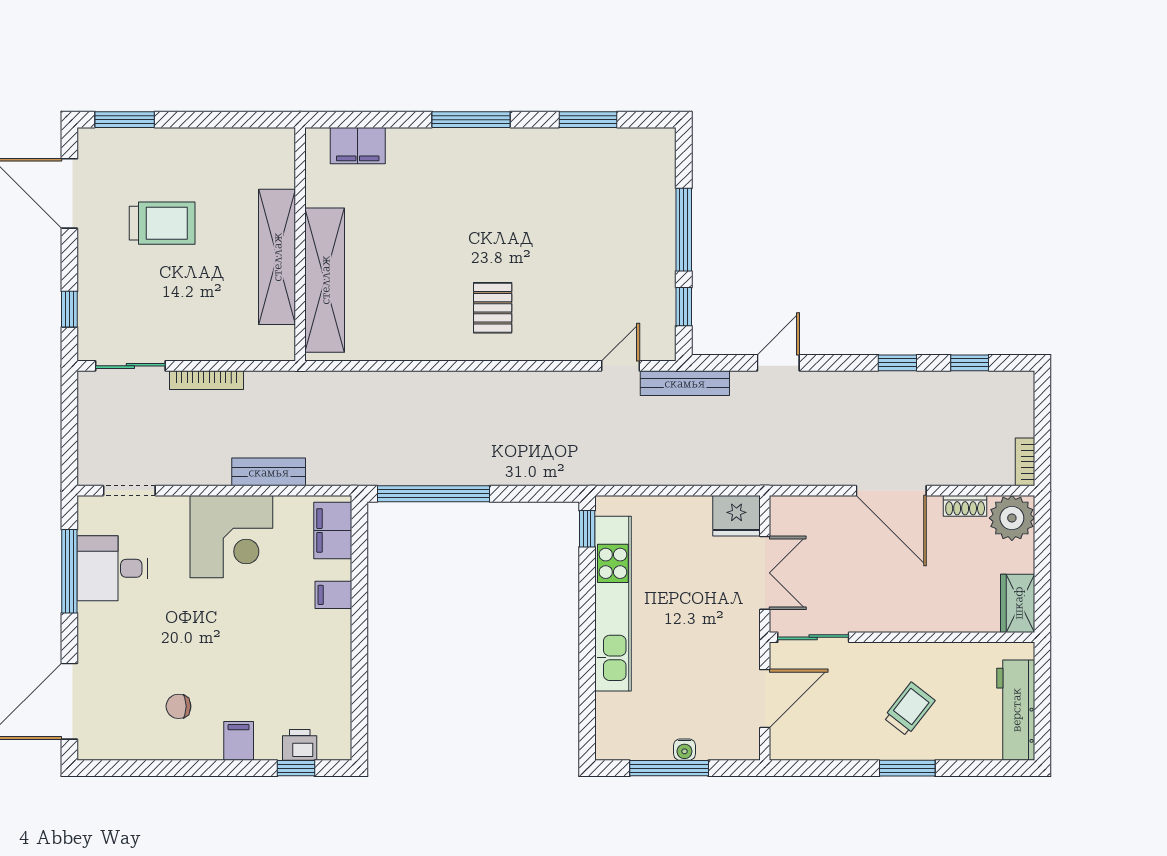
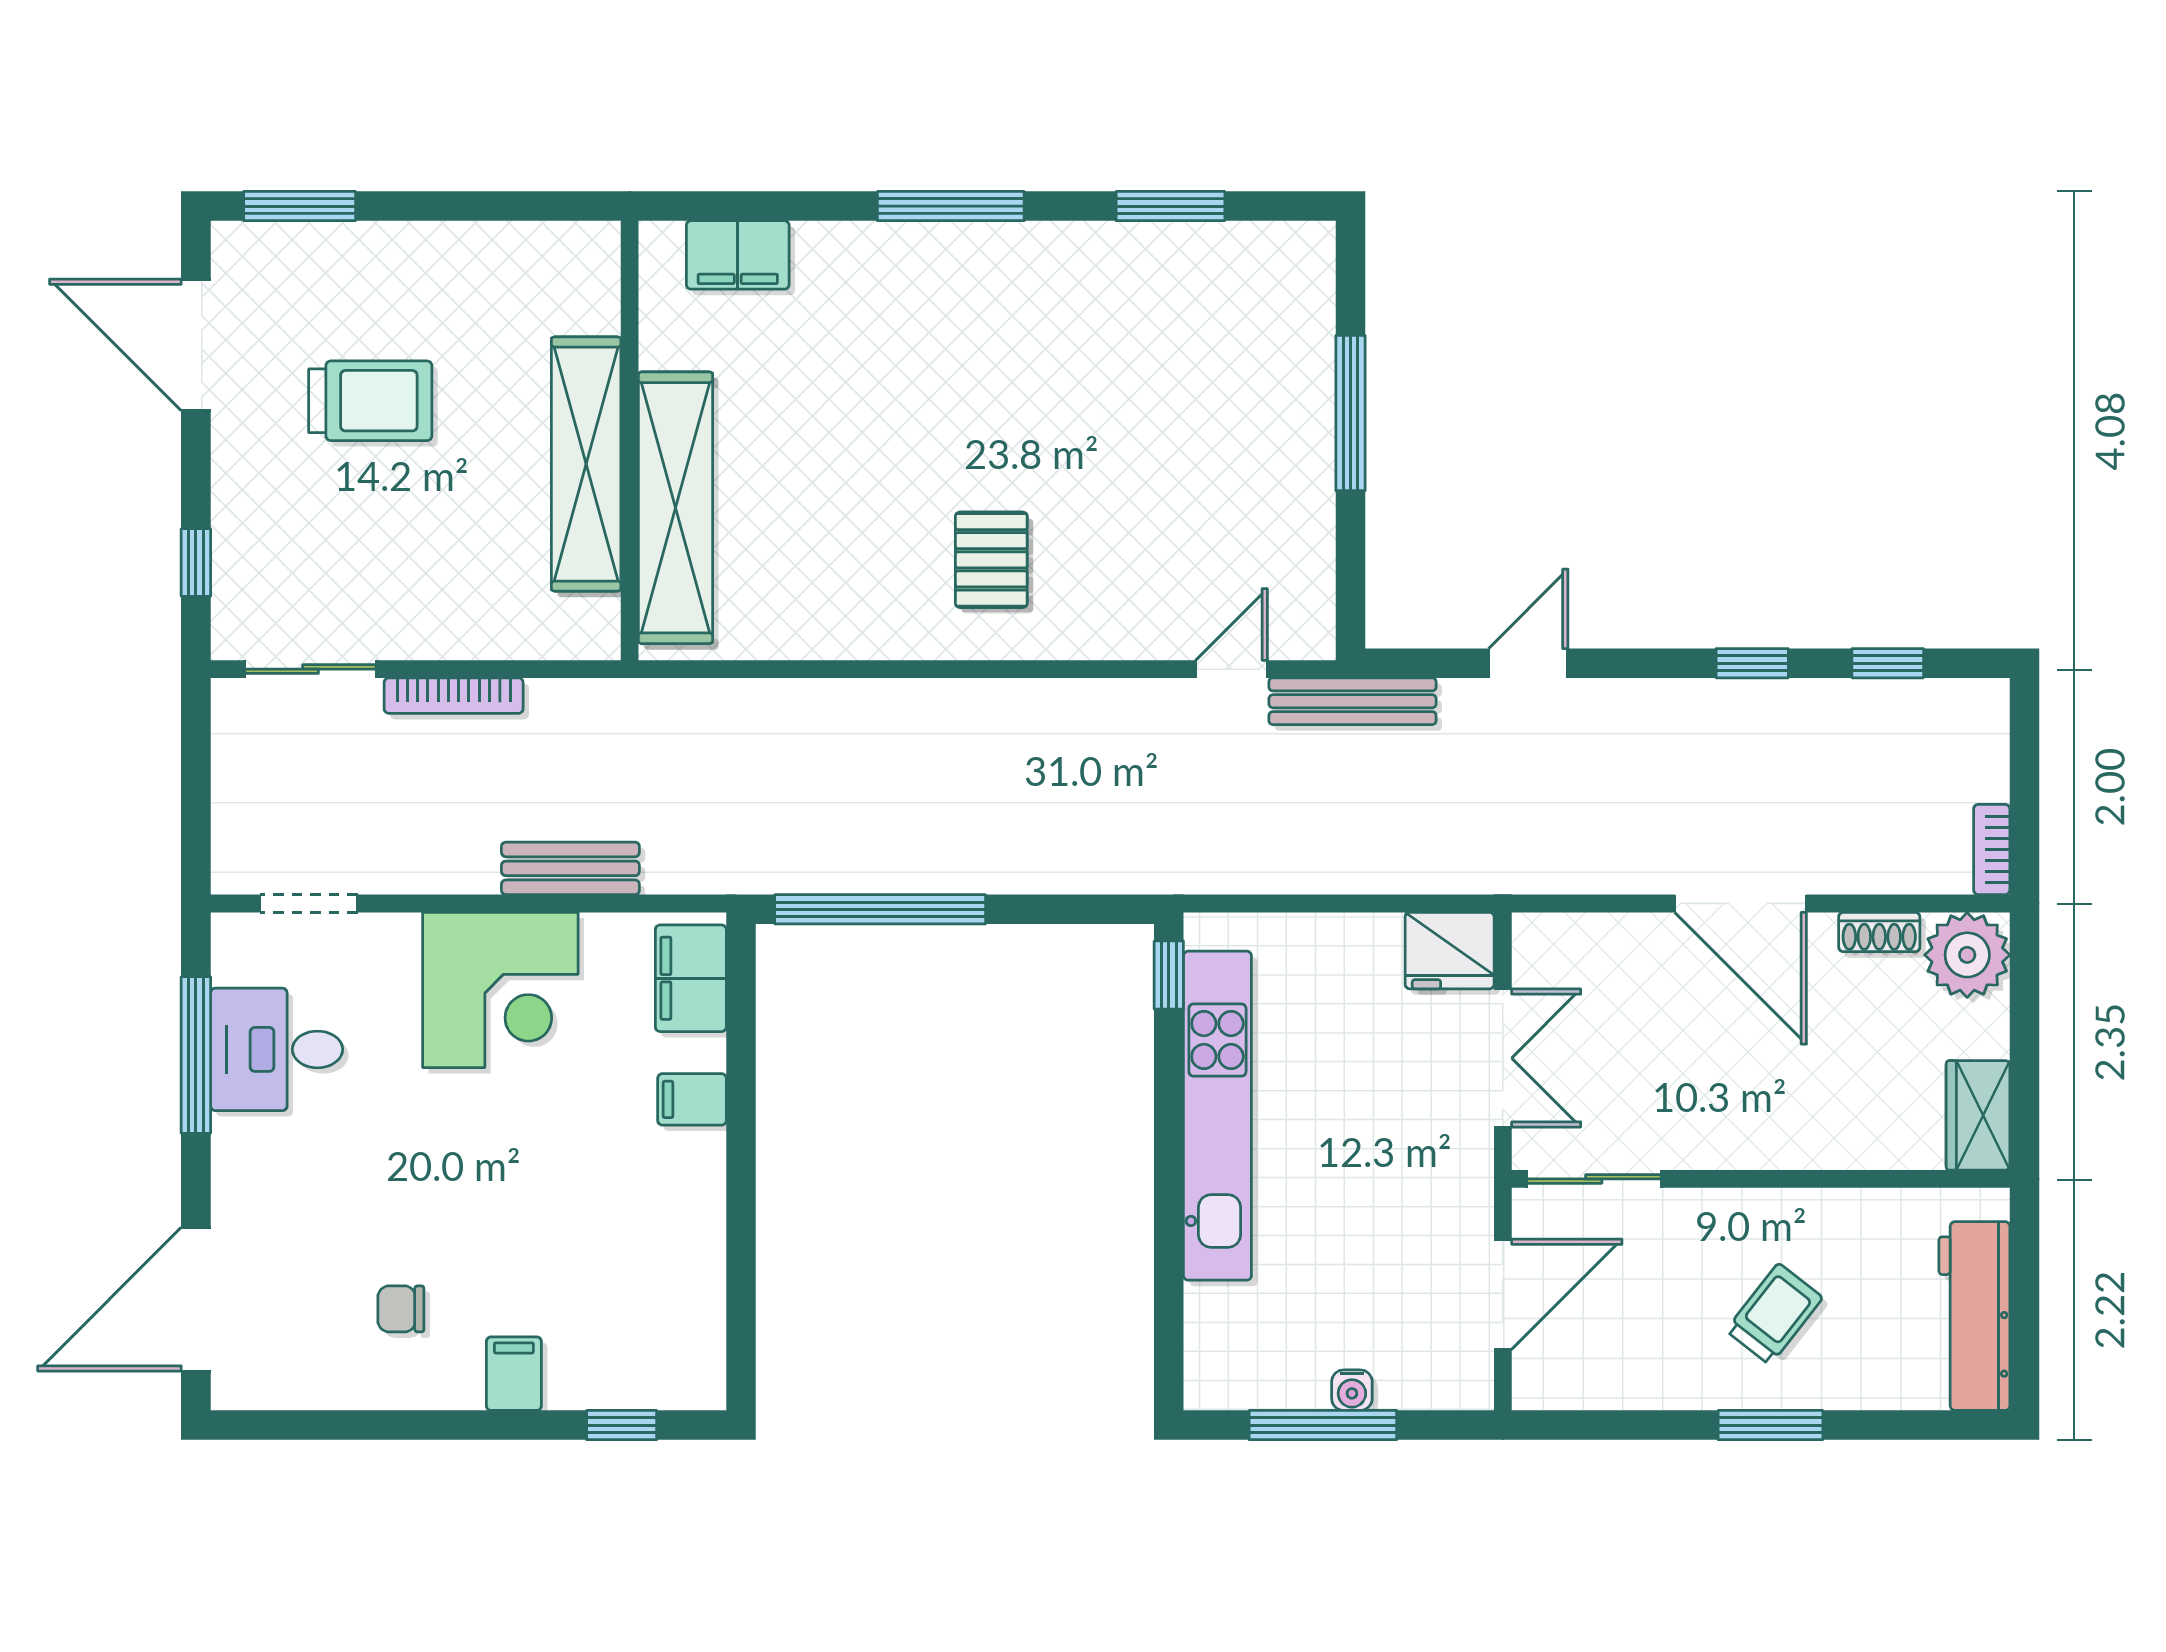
window: (684, 307) -> (1350, 558), removed
printer: (300, 745) -> (629, 1381), removed

